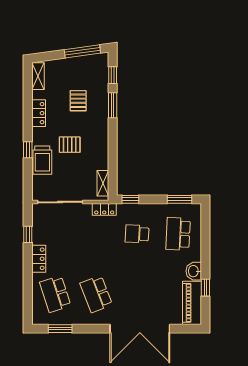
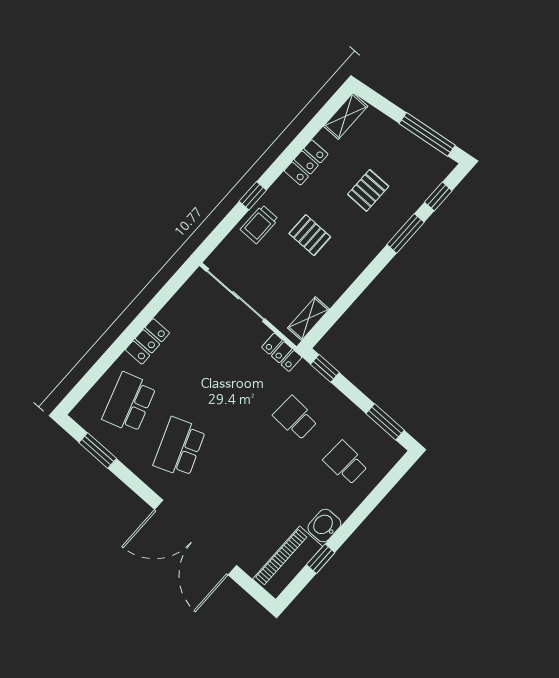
trolley: (42, 160) -> (259, 224), width x0.73, depth x0.72
window: (28, 234) -> (161, 299), removed
school desk: (178, 234) -> (346, 463), width x0.54

